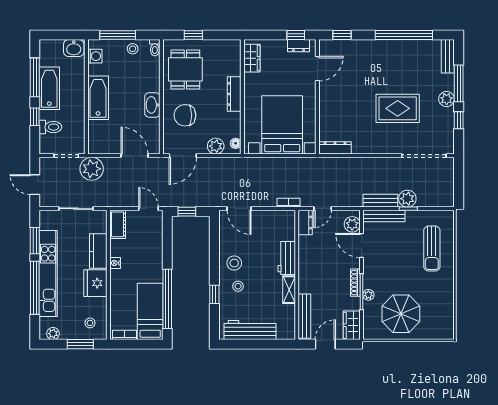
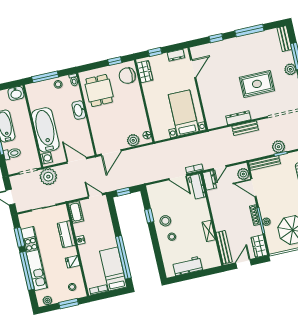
window: (193, 35) -> (115, 61), moved
window: (296, 35) -> (155, 52), moved
window: (342, 35) -> (216, 38), moved
window: (404, 35) -> (249, 31), width x0.68
washing machine: (95, 56) -> (46, 158), moved
dresser: (234, 94) -> (138, 100), removed
bathtub: (98, 98) -> (45, 130), width x1.36, depth x1.36
washbasin: (152, 105) -> (79, 110), moved
chair: (185, 115) -> (127, 76), moved
bed with nightstands: (282, 125) -> (184, 113), width x0.73
dresser: (335, 148) -> (238, 118), moved
bench: (380, 201) -> (245, 128), moved
door: (239, 209) -> (178, 177), moved
workbench: (287, 258) -> (197, 186), moved
fridge: (95, 283) -> (73, 262), width x0.53, depth x0.75
window: (214, 294) -> (149, 216), moved
workbench: (250, 330) -> (188, 266), width x0.73

